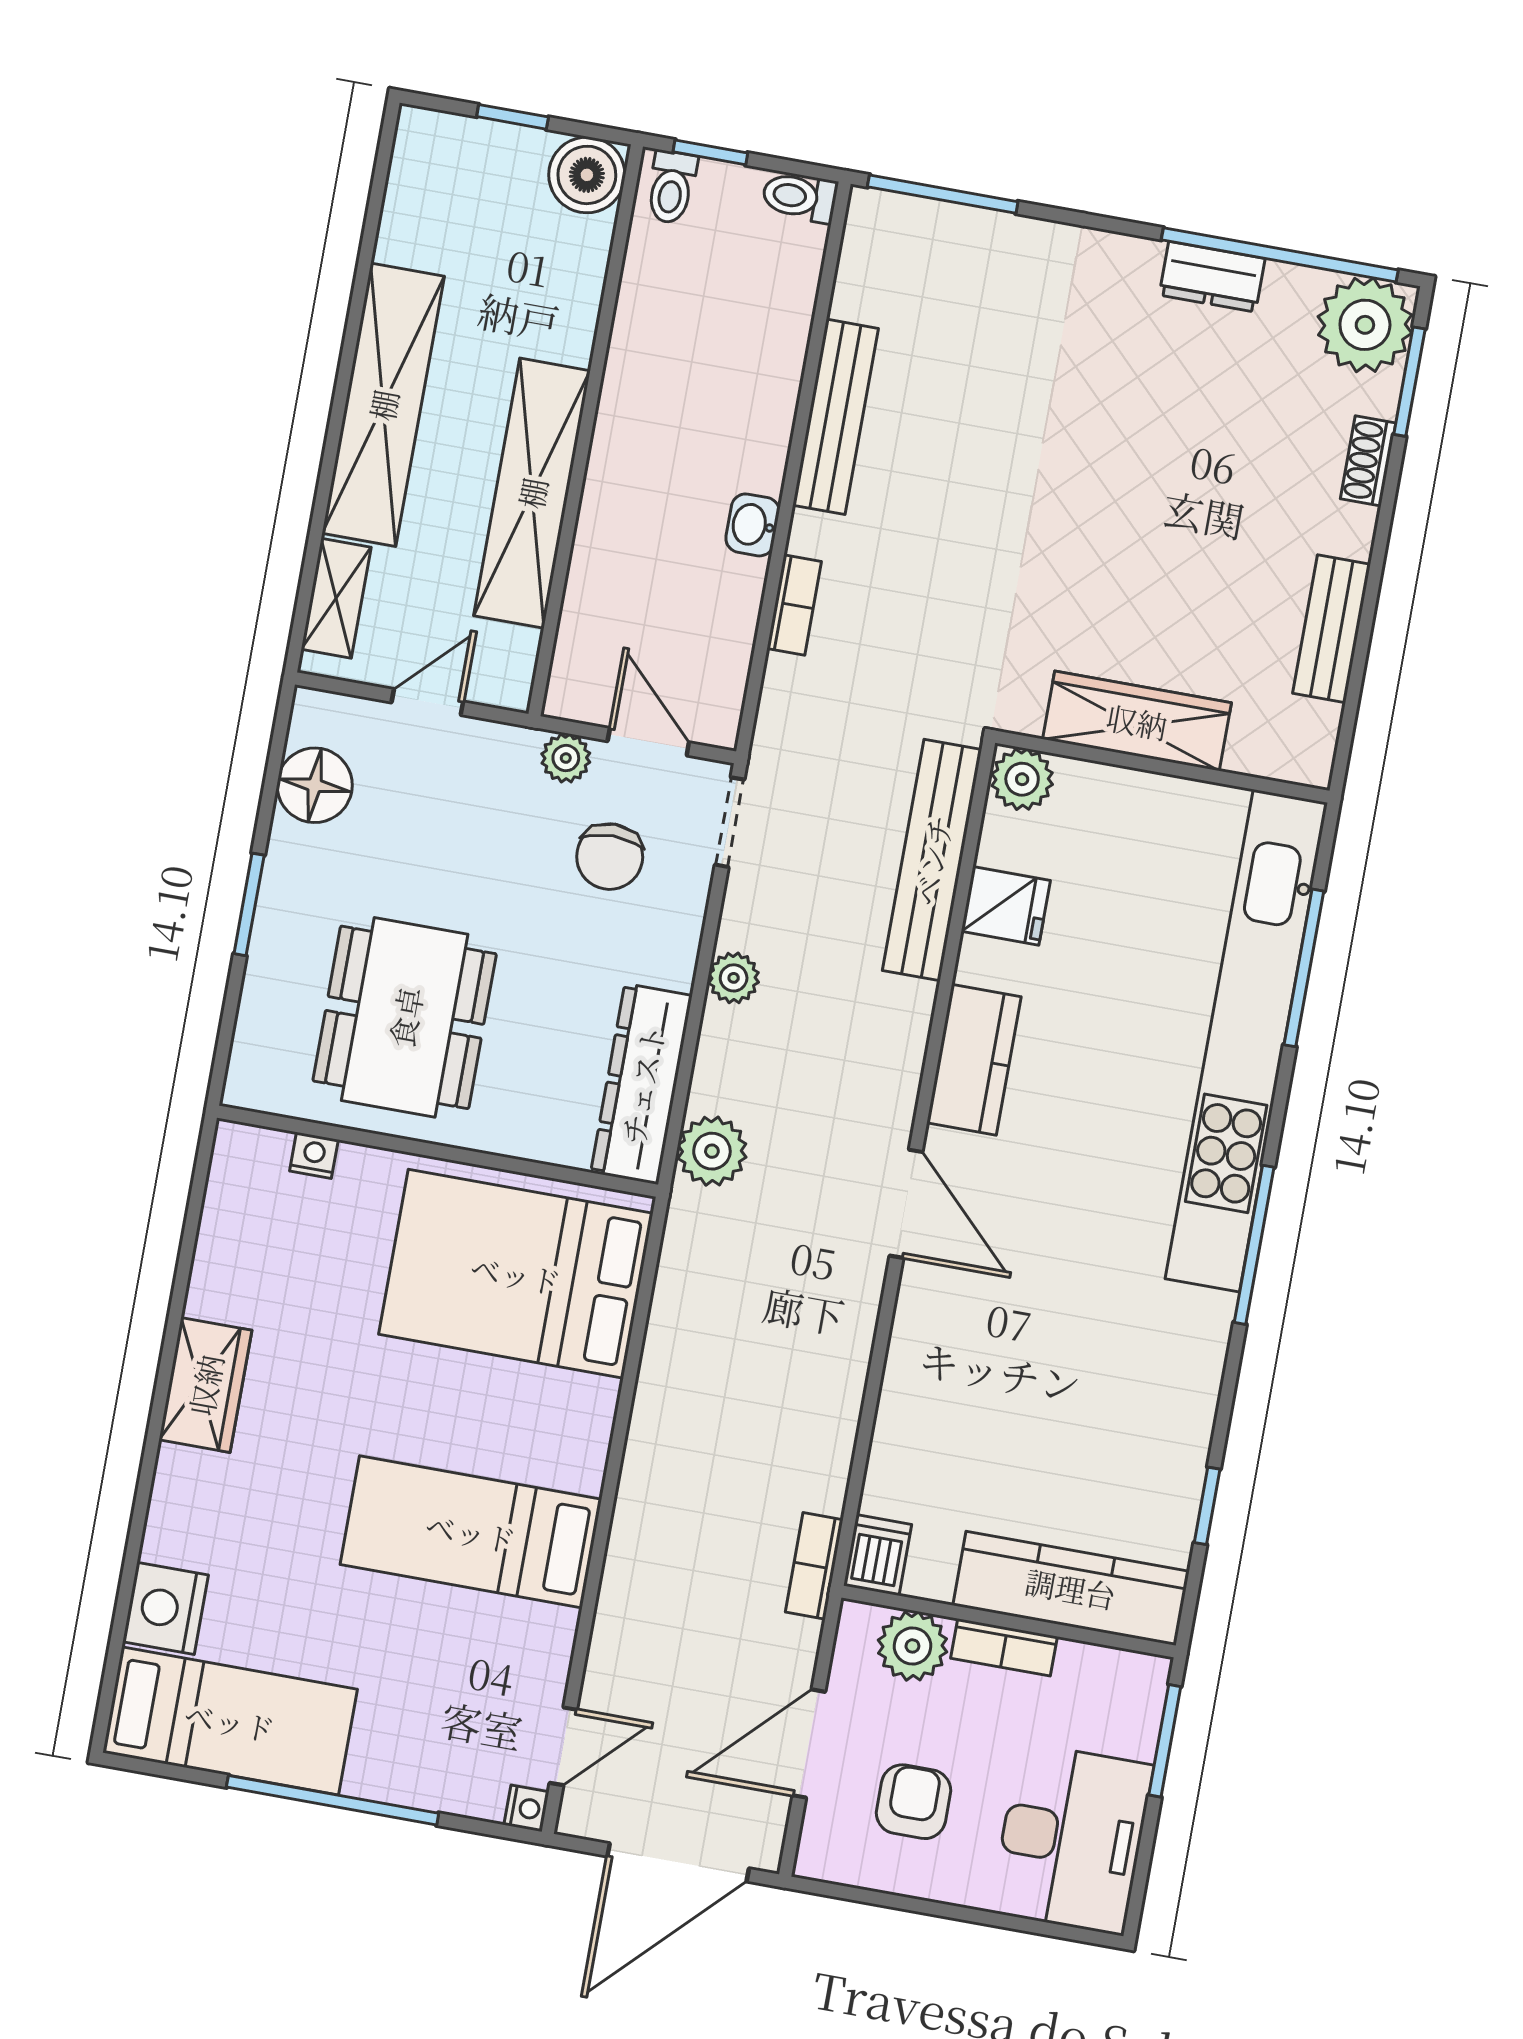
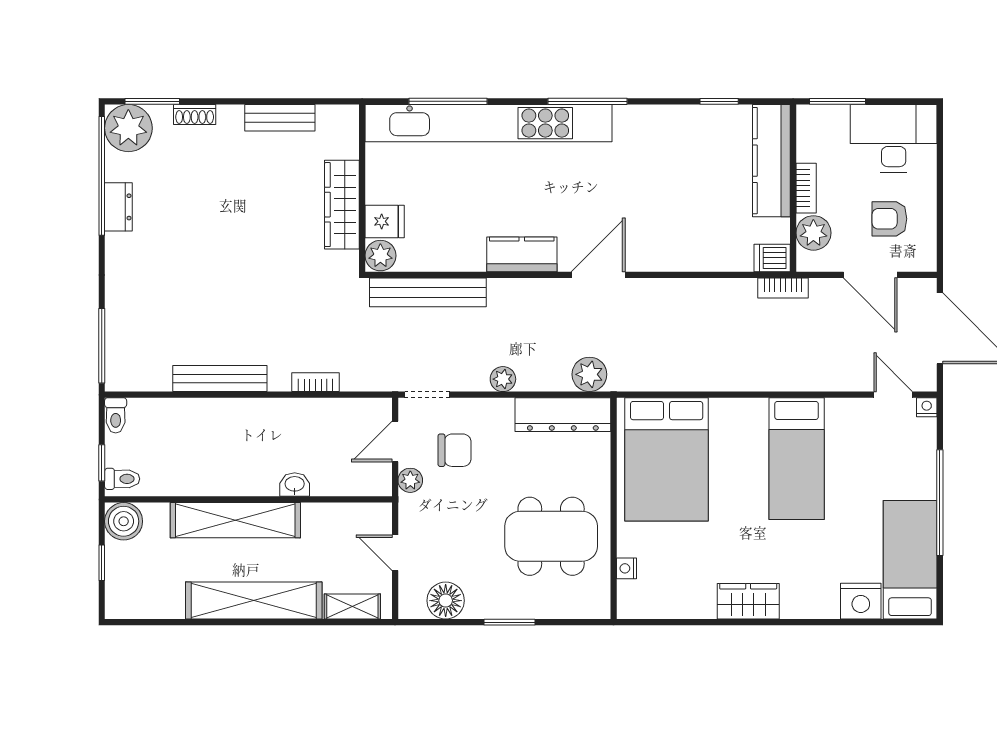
shelving: (532, 493) -> (235, 520), moved
washbasin: (753, 525) -> (295, 485), moved, turned 180
fridge: (1006, 906) -> (385, 221), moved, turned 90

